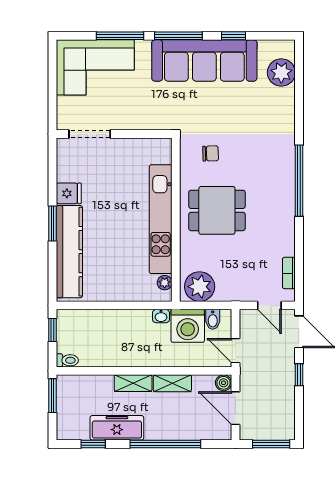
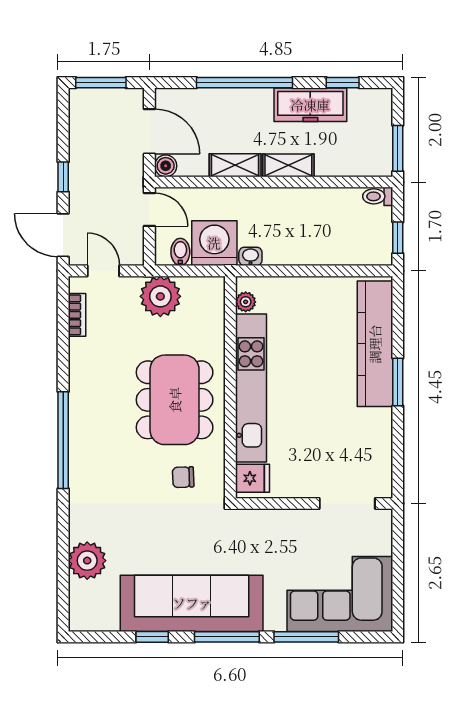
plant: (281, 73) -> (87, 561), moved
fridge: (69, 193) -> (253, 478), moved, turned 180
dining table: (217, 210) -> (175, 400), width x1.38
plant: (200, 287) -> (160, 296), moved

